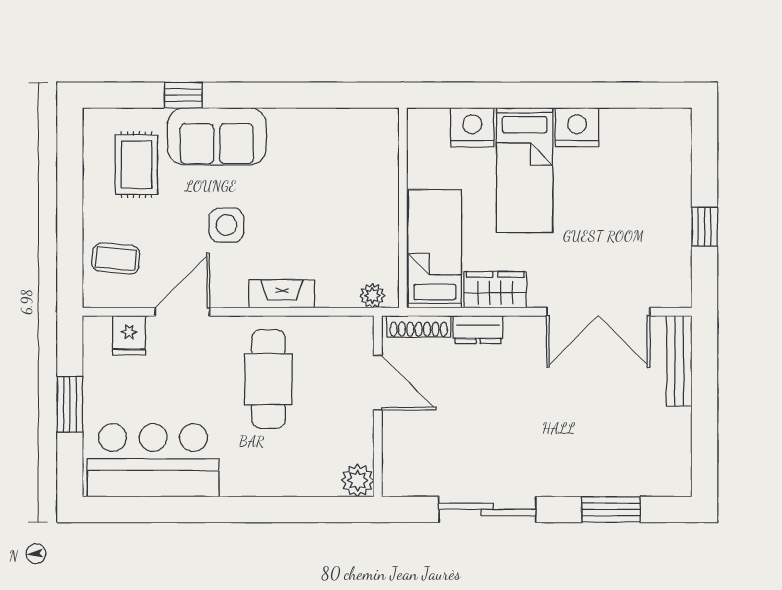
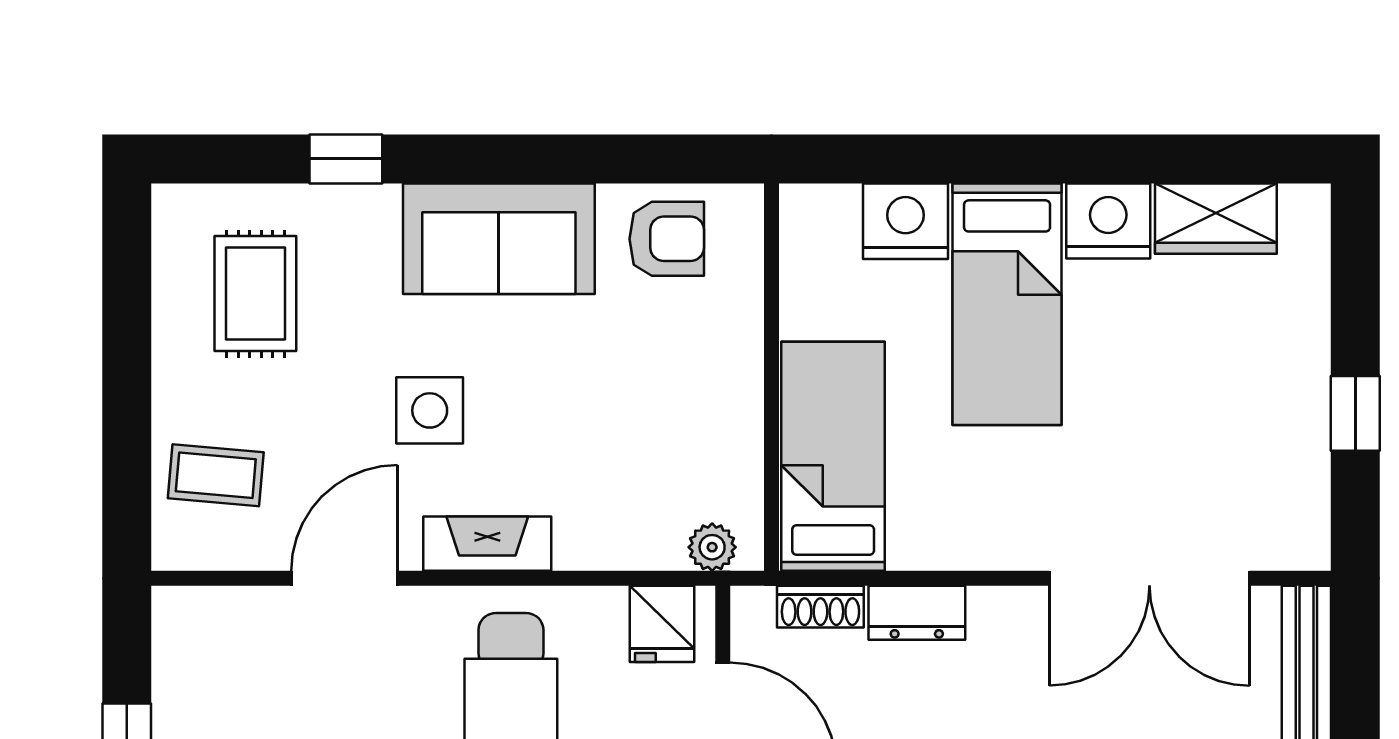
sofa: (217, 136) -> (499, 239), moved
armchair: (349, 136) -> (667, 239), added
wardrobe: (495, 290) -> (1216, 219), moved, turned 180
fireplace: (282, 294) -> (487, 544), moved
shoe rack: (419, 326) -> (820, 607), width x0.70
fridge: (129, 335) -> (662, 624), moved

